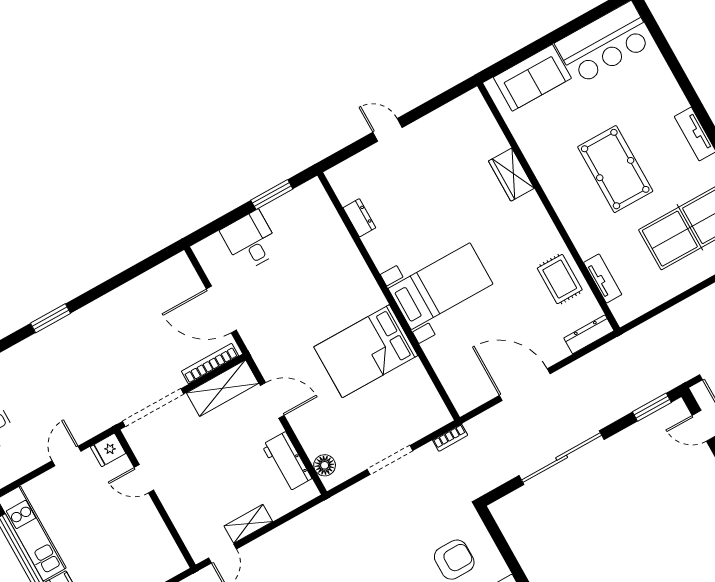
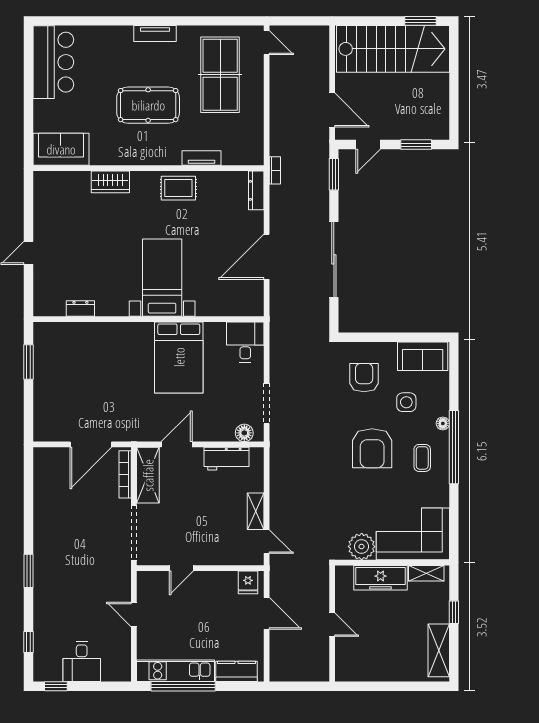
sofa: (532, 78) -> (61, 149), moved, turned -90
desk: (251, 241) -> (245, 342), moved, turned 90
tv unit: (603, 278) -> (202, 158), moved
rug: (560, 279) -> (178, 188), moved
bookcase: (450, 438) -> (275, 170), moved
fridge: (108, 450) -> (248, 582), moved
doorway: (390, 460) -> (267, 403), moved

